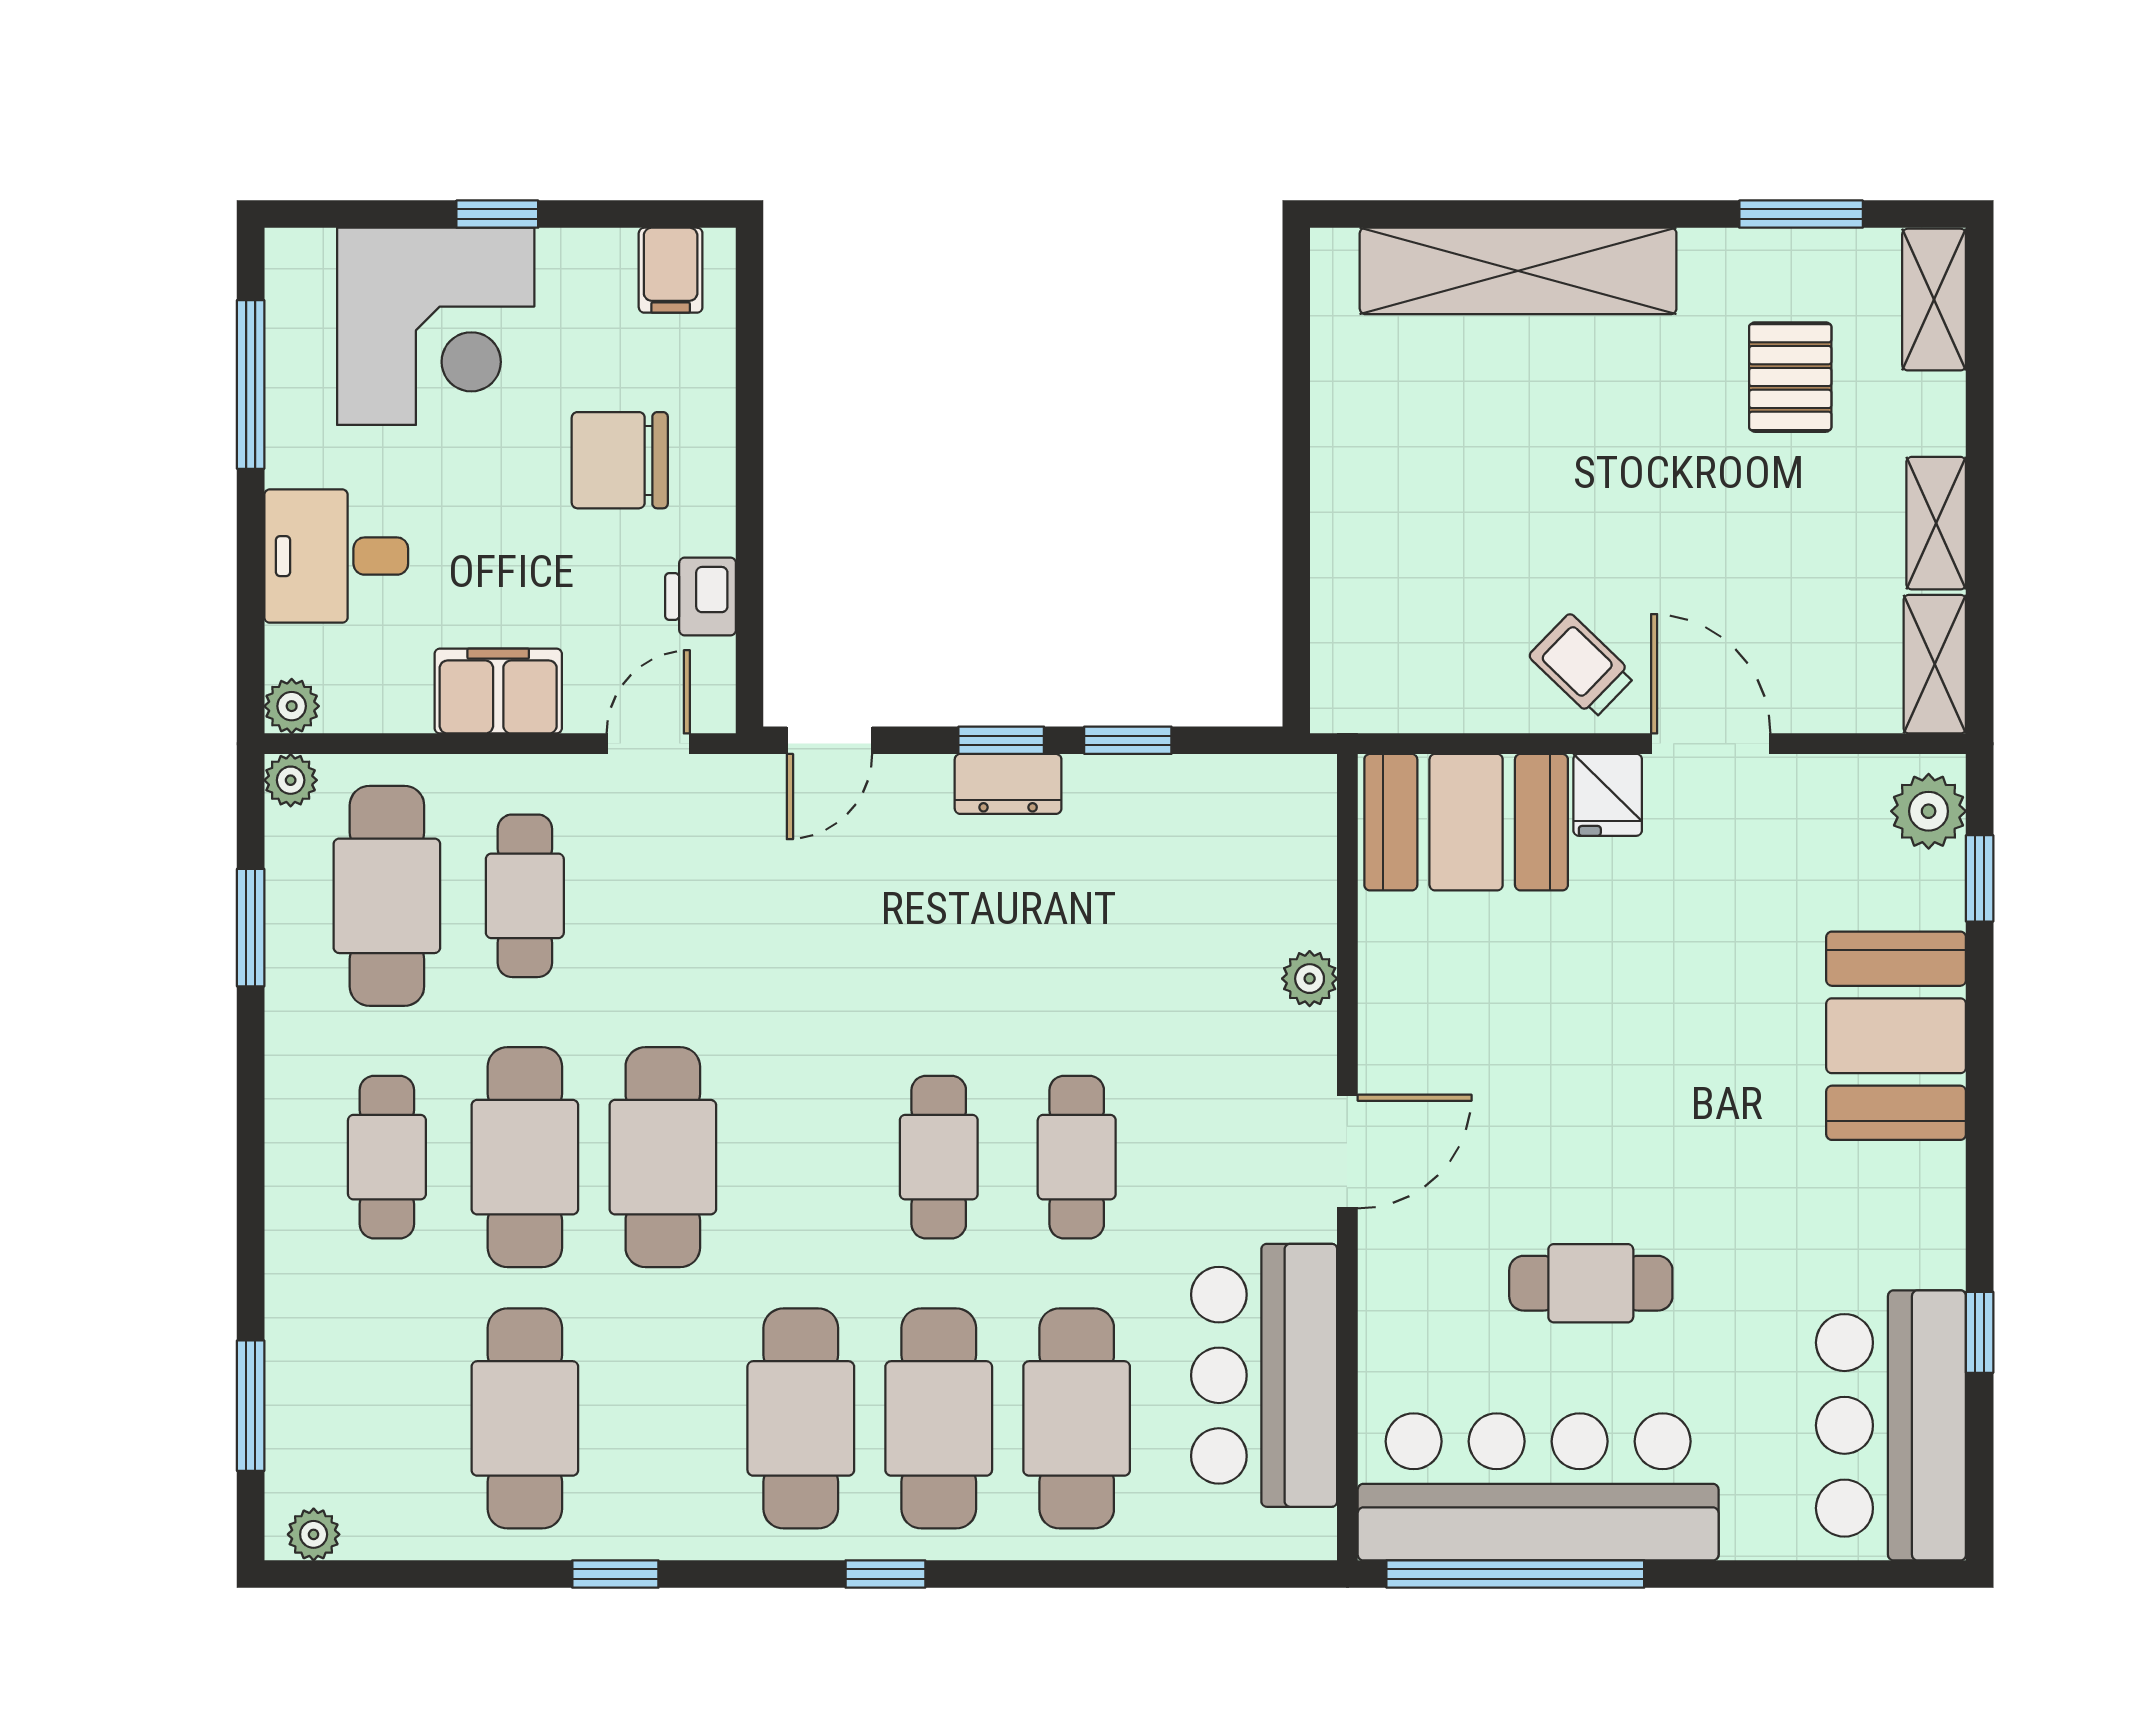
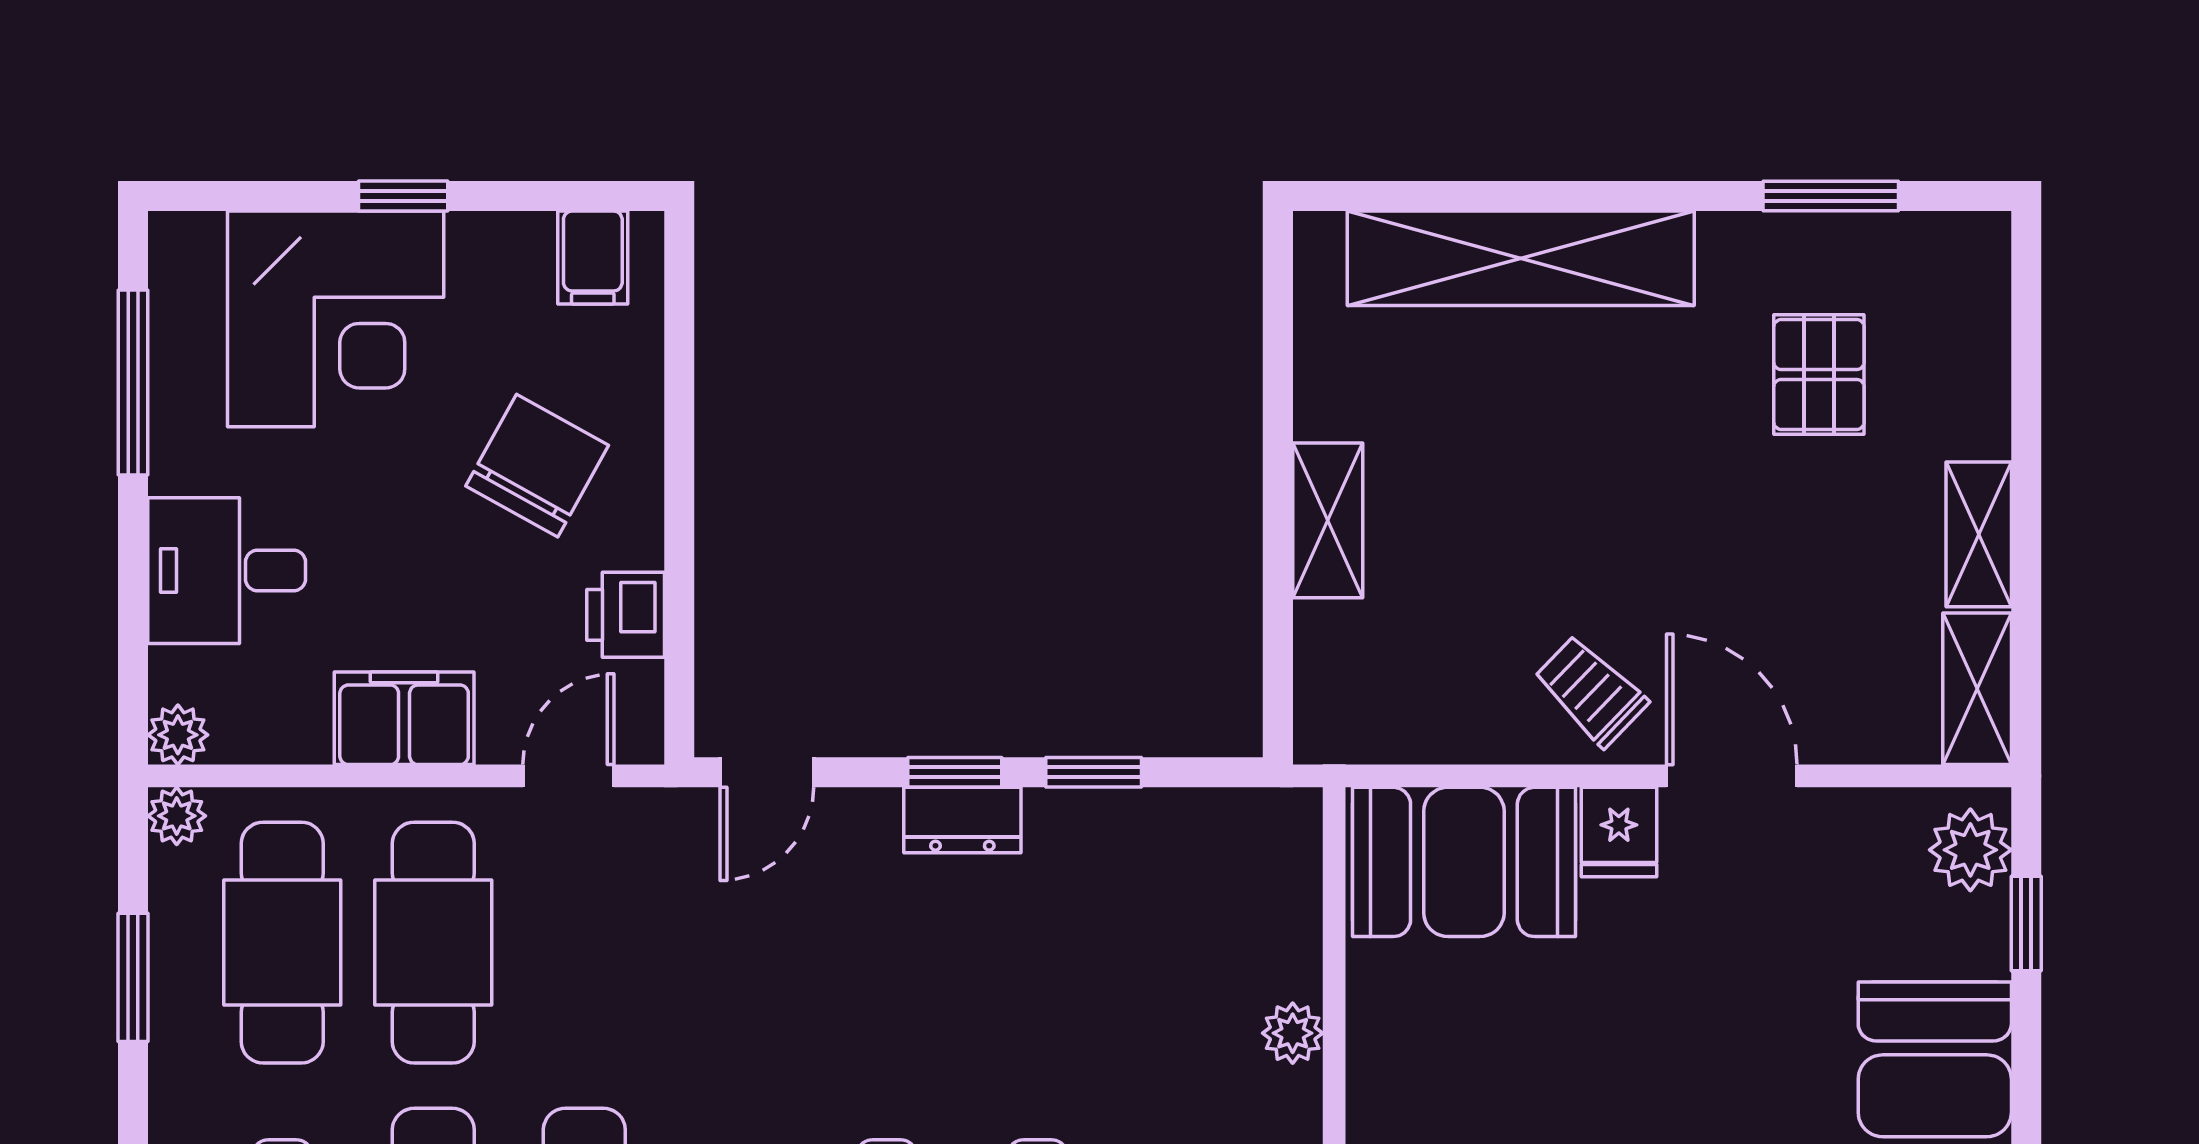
shelving: (1934, 300) -> (1328, 520), moved
chair: (620, 460) -> (537, 466), turned 119
cafe table: (525, 896) -> (433, 943), width x1.37, depth x1.35

